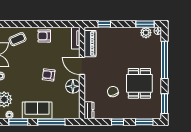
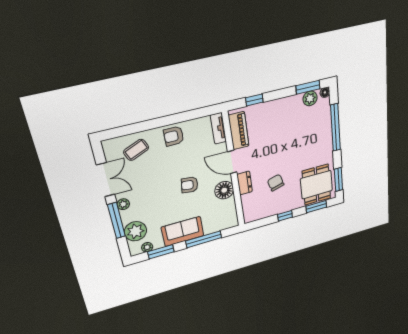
dining table: (139, 83) -> (316, 185), moved
dresser: (89, 110) -> (245, 183), moved

